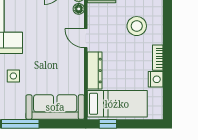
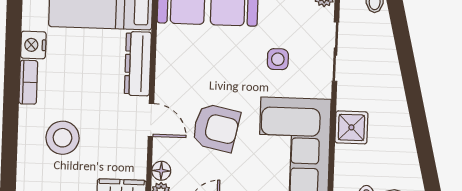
armchair: (48, 35) -> (216, 128), added

